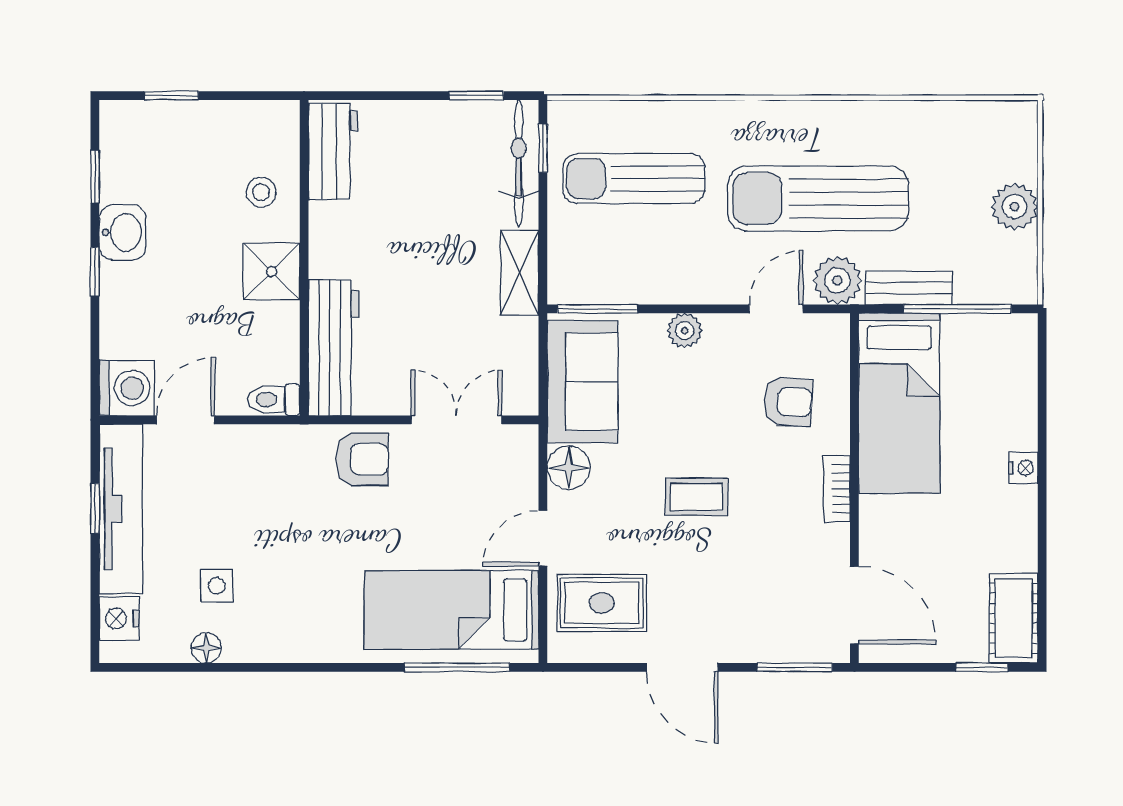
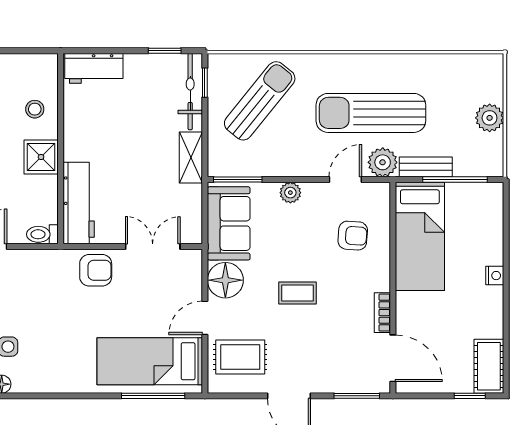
workbench: (333, 152) -> (94, 68), moved, turned 90
sun lounger: (634, 178) -> (260, 101), turned 129
floor lamp: (569, 468) -> (225, 280), width x1.38, depth x1.38
bookcase: (837, 489) -> (382, 313), moved

